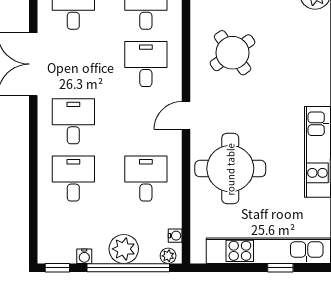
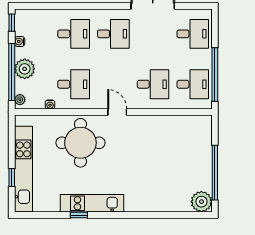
round table: (233, 53) -> (161, 144), removed
water cooler: (175, 236) -> (50, 104), moved

